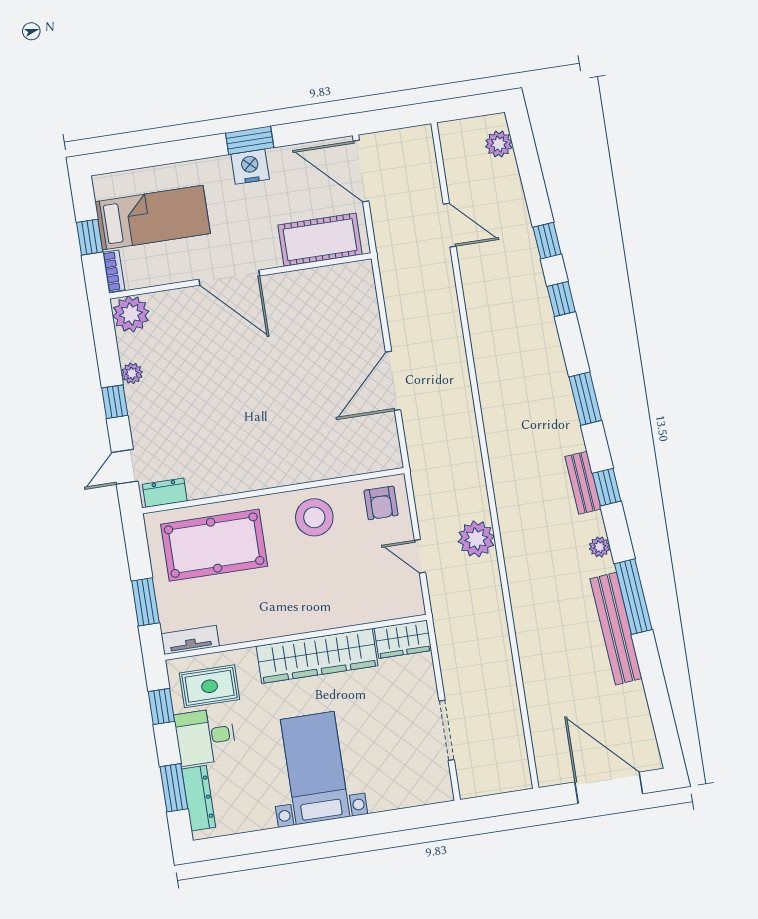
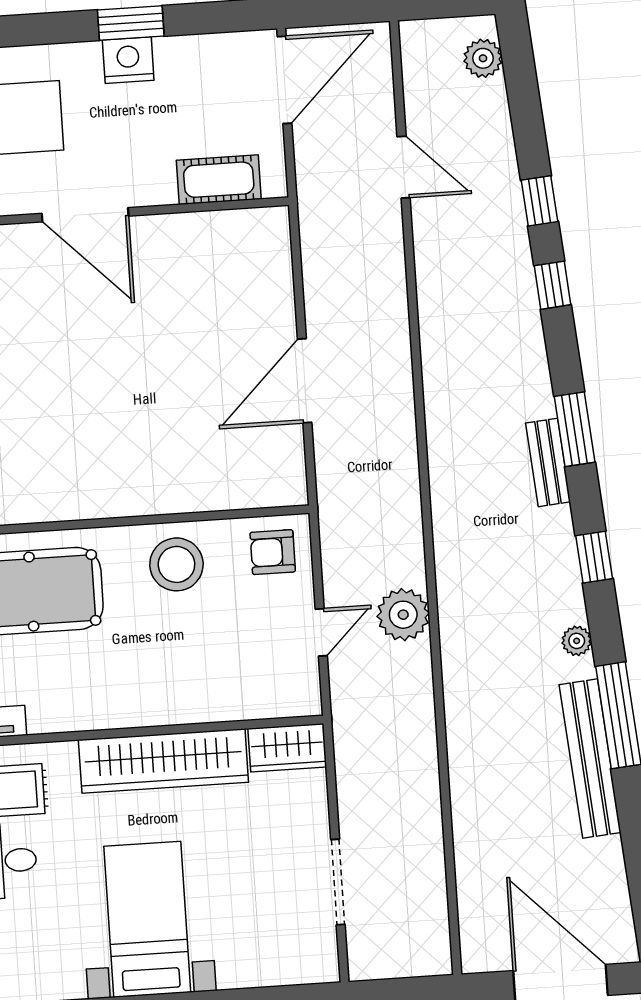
door: (361, 171) -> (285, 80), swing flipped
cot: (320, 240) -> (219, 180), width x0.73, depth x0.75
bench: (583, 483) -> (548, 462), moved
armchair: (381, 503) -> (273, 552), turned 90
door: (420, 556) -> (321, 632), swing flipped

